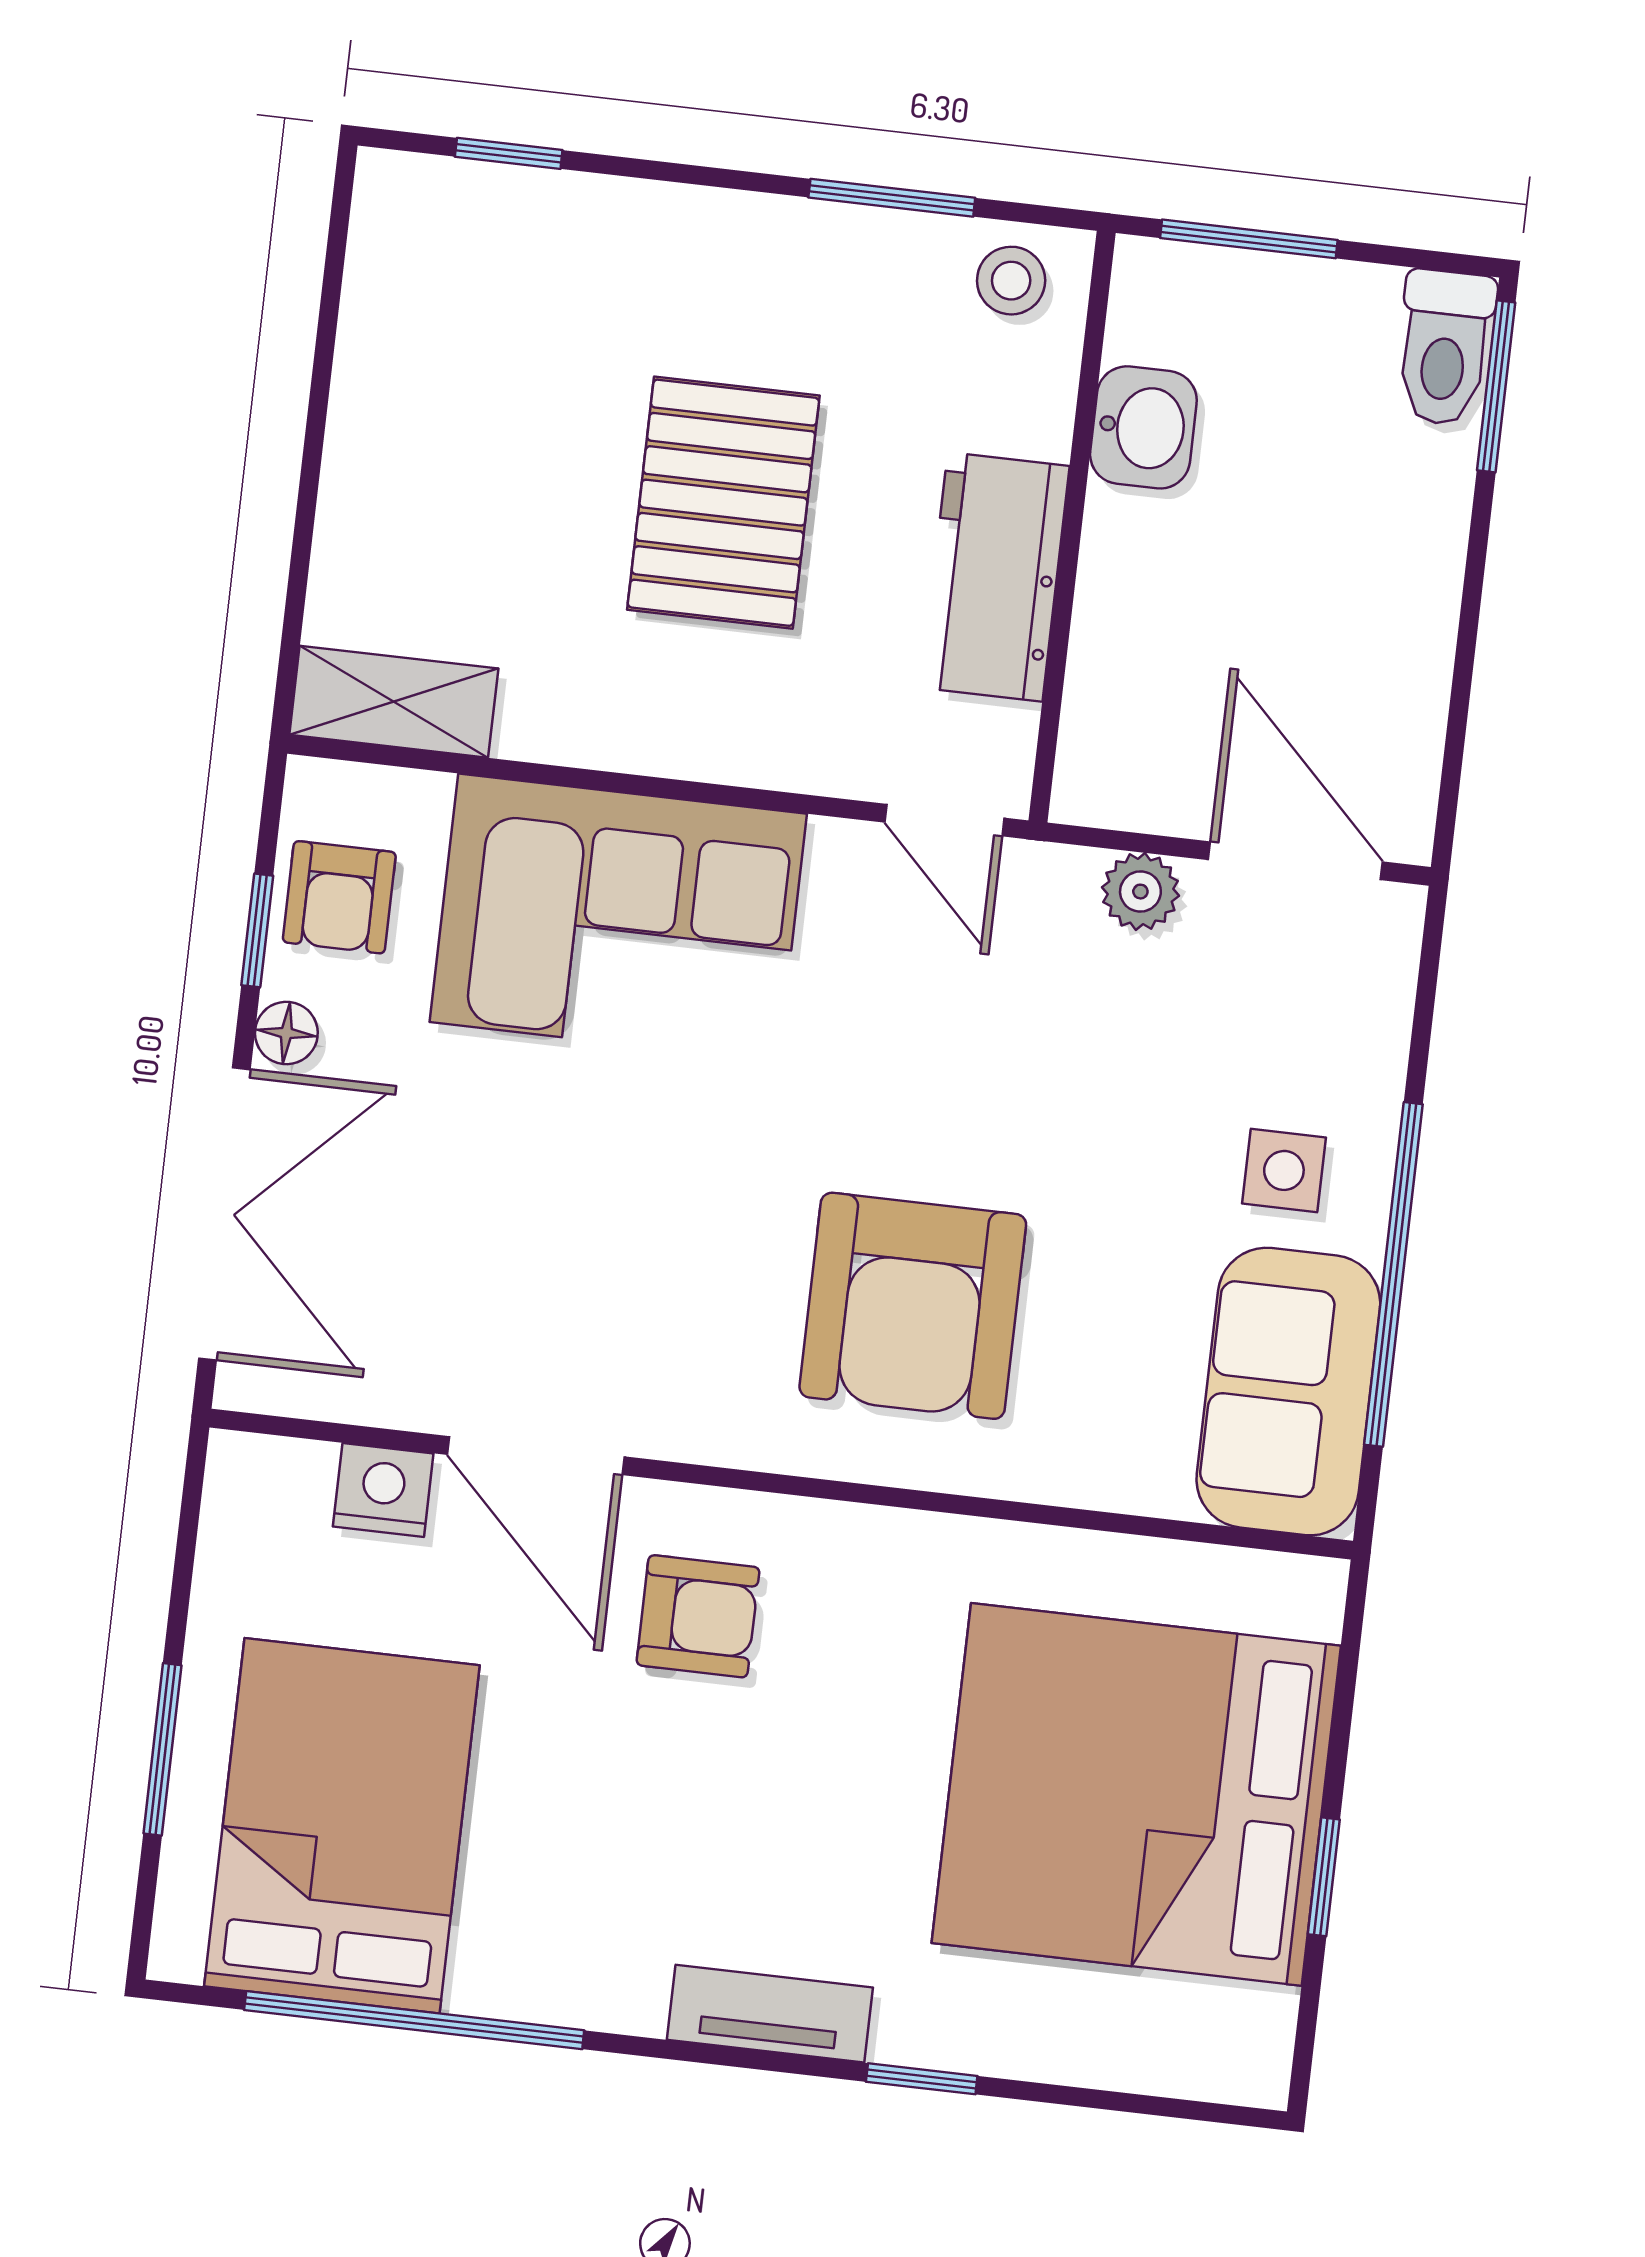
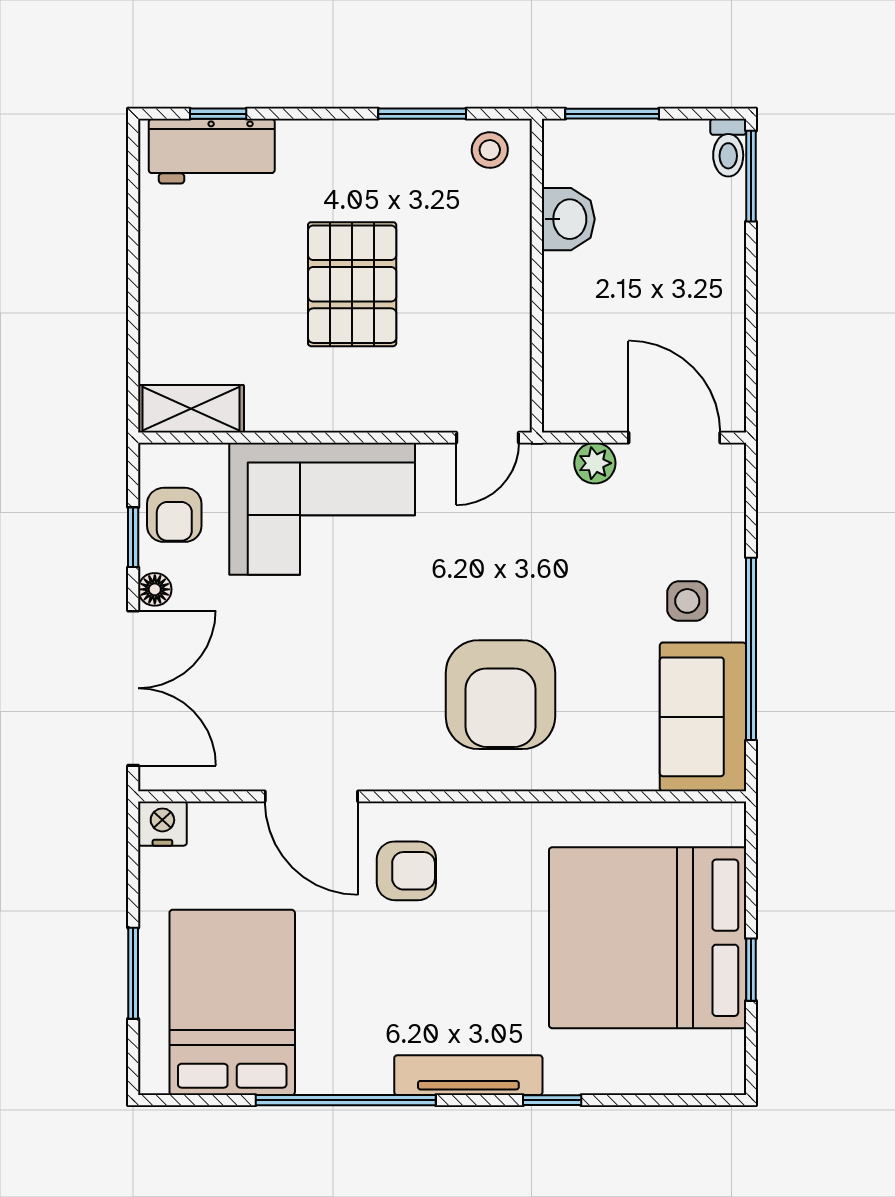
toilet: (1445, 348) -> (728, 148), width x0.73, depth x0.72
workbench: (995, 577) -> (212, 151), moved, turned -90
door: (944, 820) -> (488, 438), hinge flipped
nightstand: (383, 1490) -> (162, 824), moved
tv unit: (770, 2014) -> (468, 1075), width x1.41
window: (414, 2020) -> (346, 1100), moved

